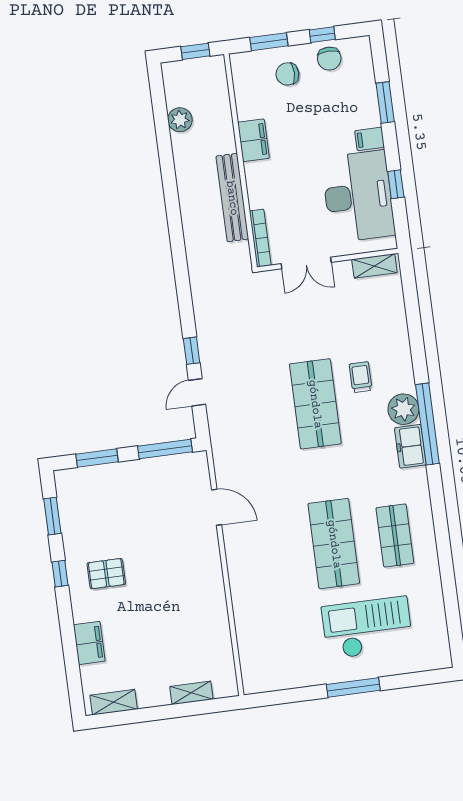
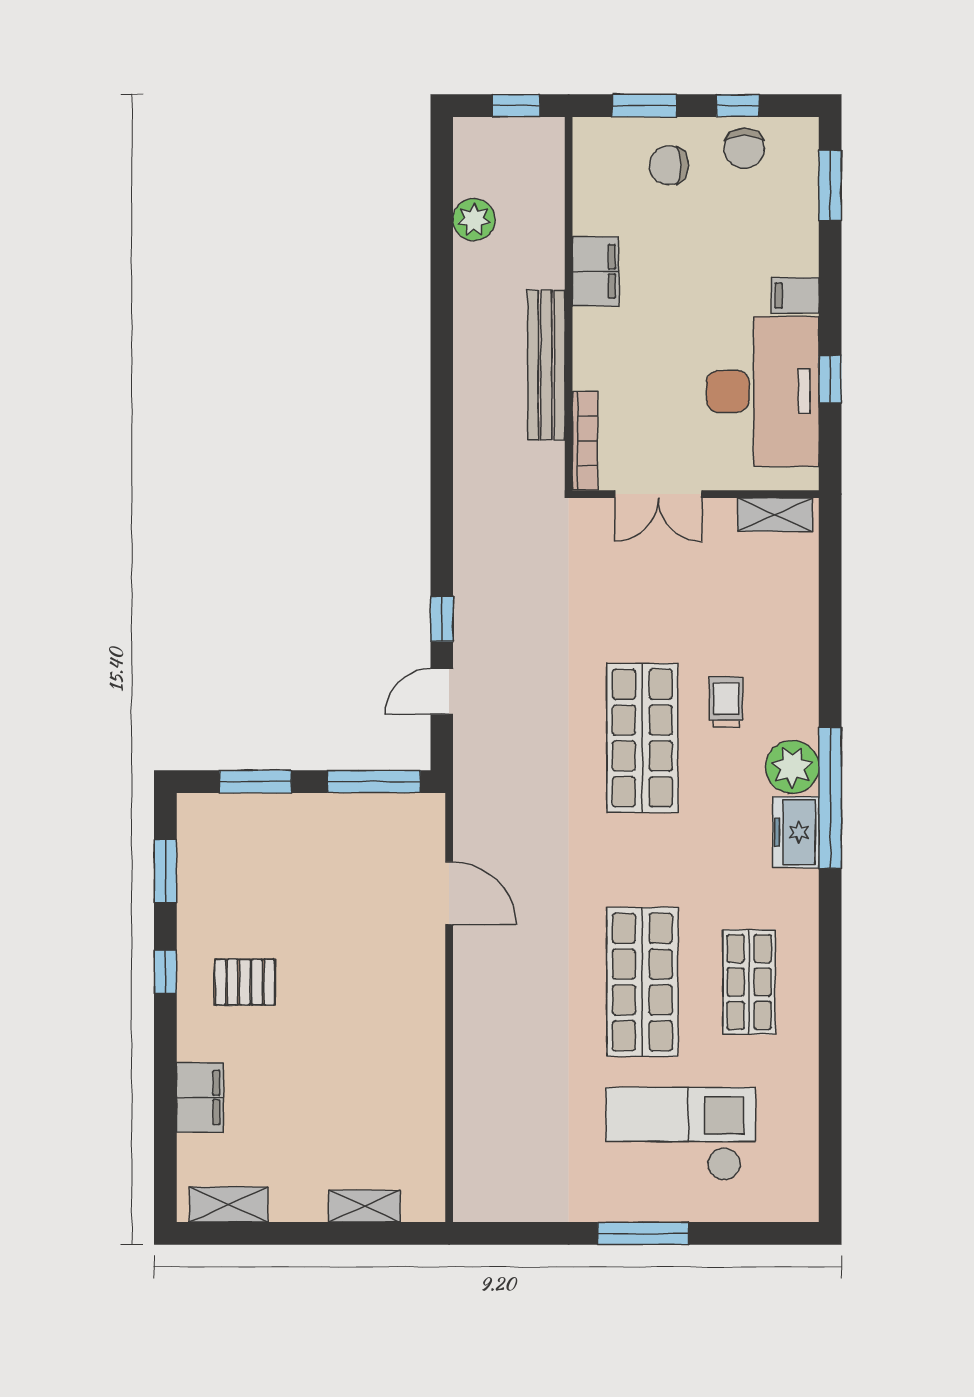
window: (385, 102) -> (830, 186), moved

